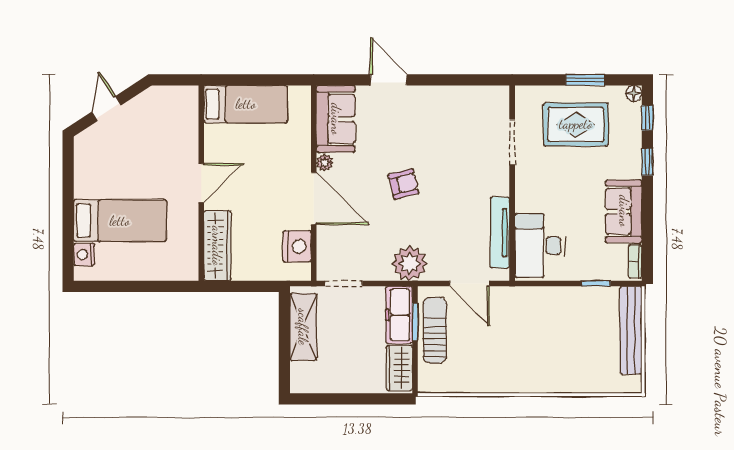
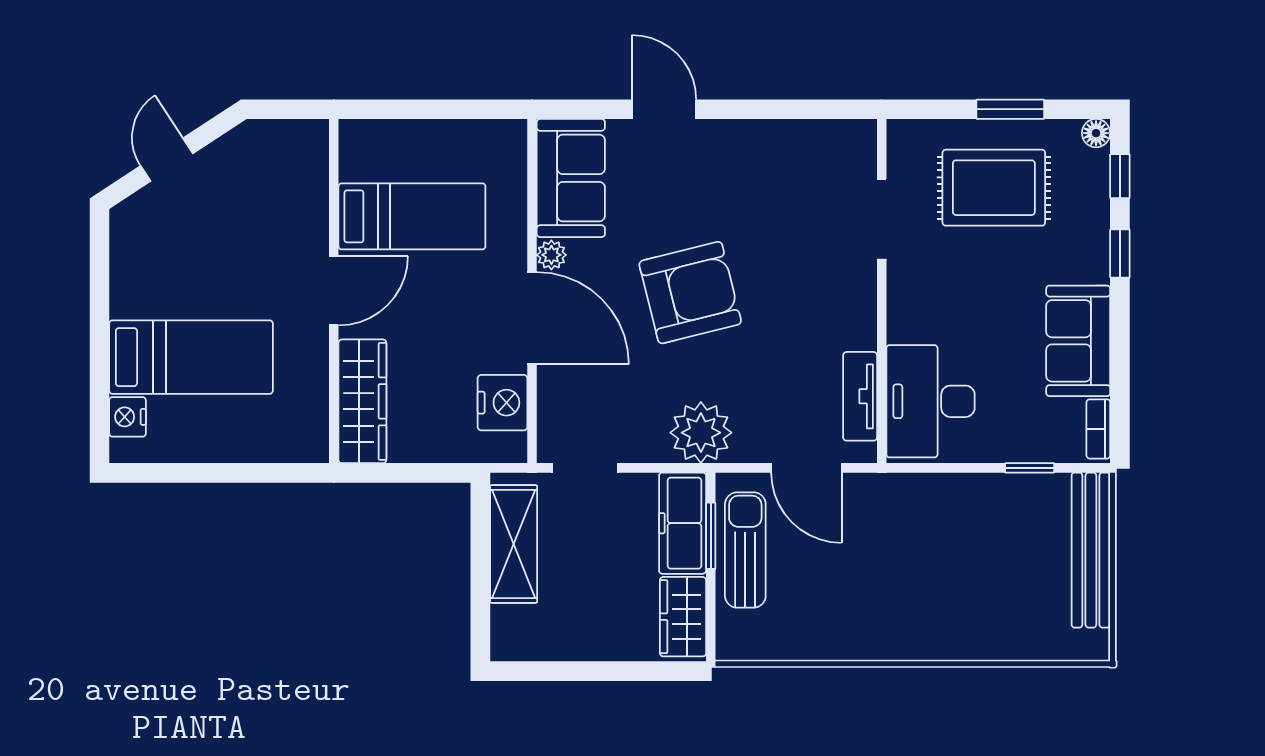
bed: (246, 104) -> (412, 216), moved
armchair: (403, 184) -> (690, 293), width x1.88, depth x1.88
tv unit: (500, 233) -> (860, 396), width x0.71

